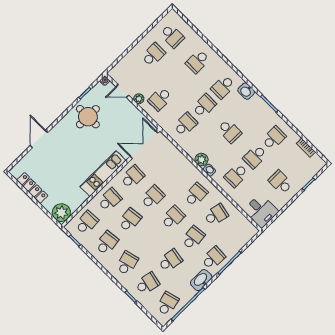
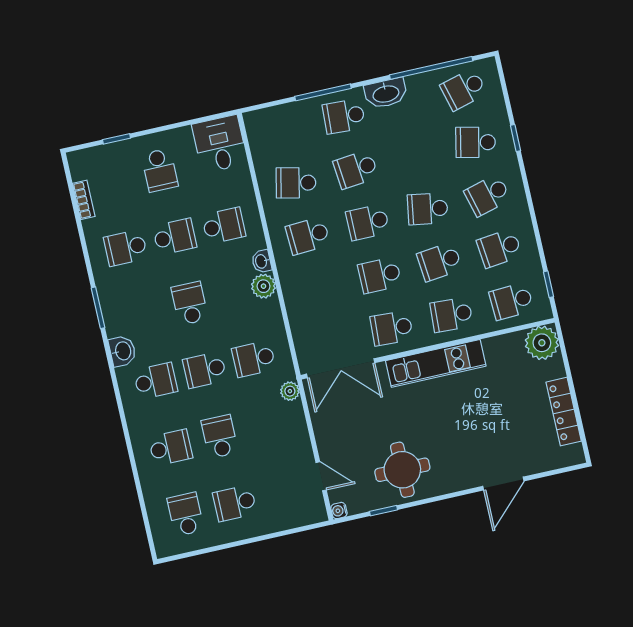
plant: (139, 99) -> (290, 391), moved
school desk: (160, 99) -> (220, 437), moved, turned -90
school desk: (170, 261) -> (428, 209), moved

